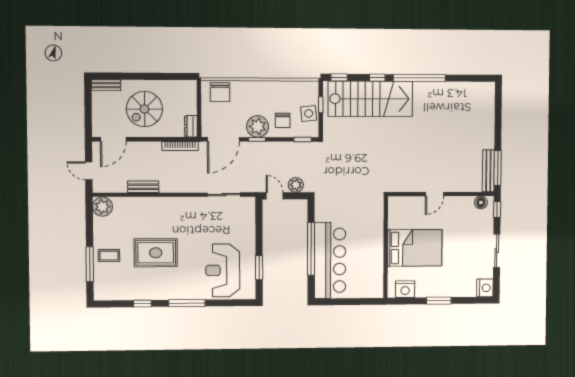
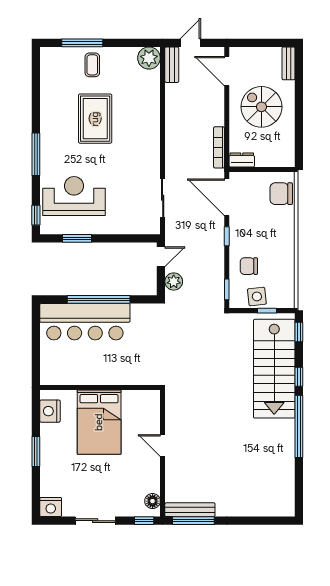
plant: (258, 126) -> (242, 237), removed
bench: (143, 187) -> (172, 65), moved
window: (142, 304) -> (36, 215), moved

